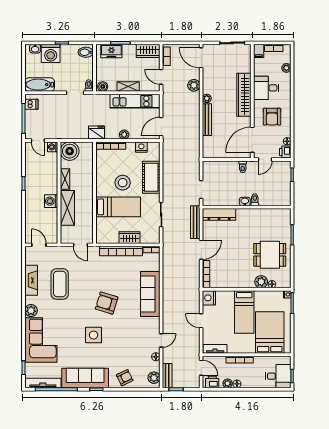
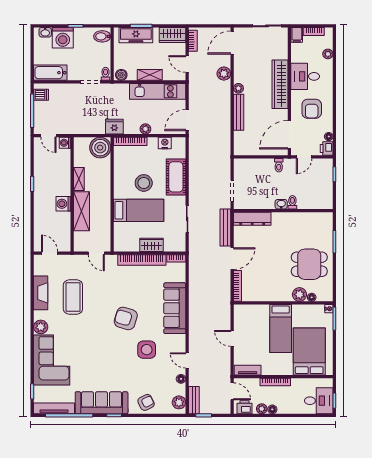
freezer: (111, 51) -> (136, 35), width x1.40
door: (201, 58) -> (232, 43), hinge flipped
boiler: (70, 151) -> (100, 148), moved
nightstand: (209, 298) -> (241, 313), removed
side table: (94, 335) -> (147, 350), moved
door: (161, 340) -> (187, 360), swing flipped

